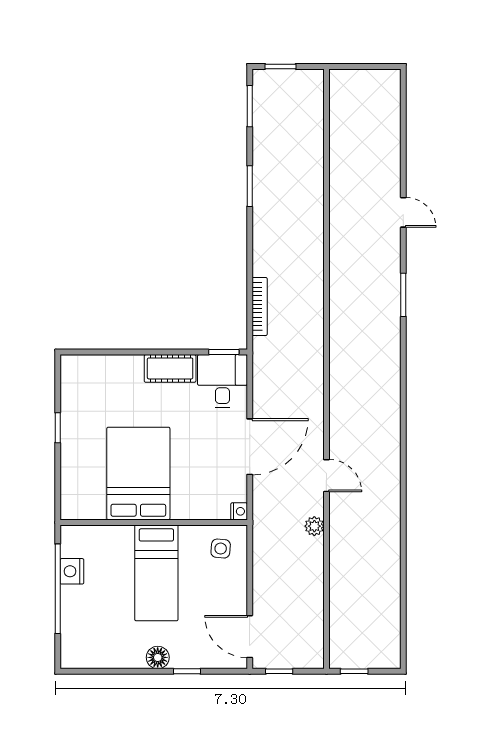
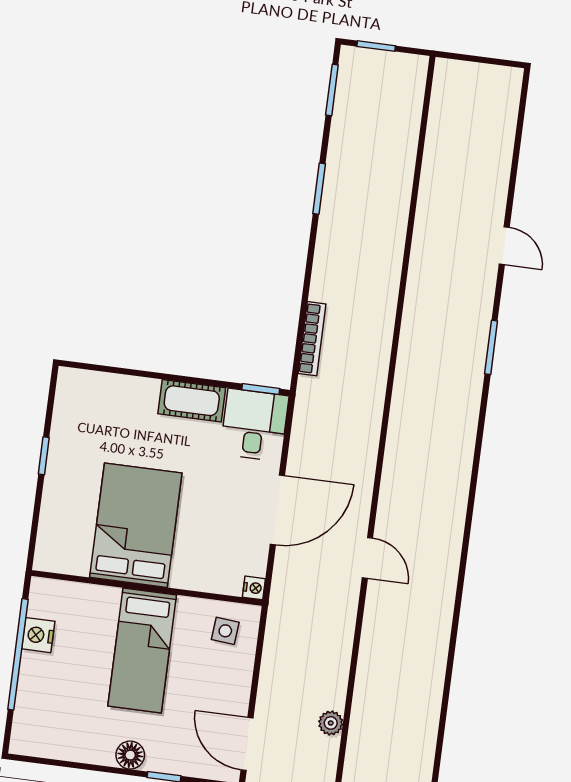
plant: (314, 526) -> (331, 723), moved

